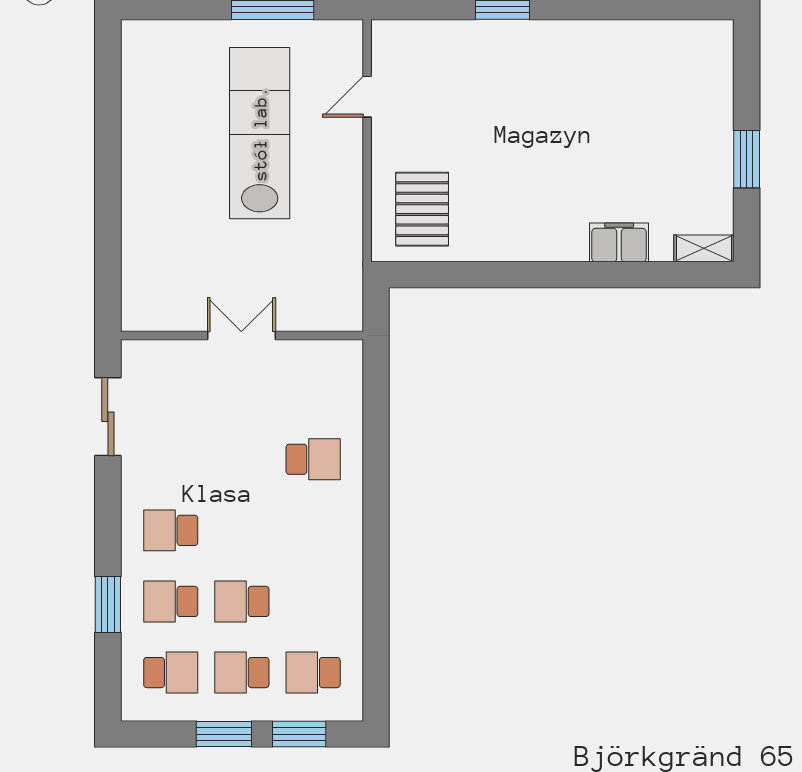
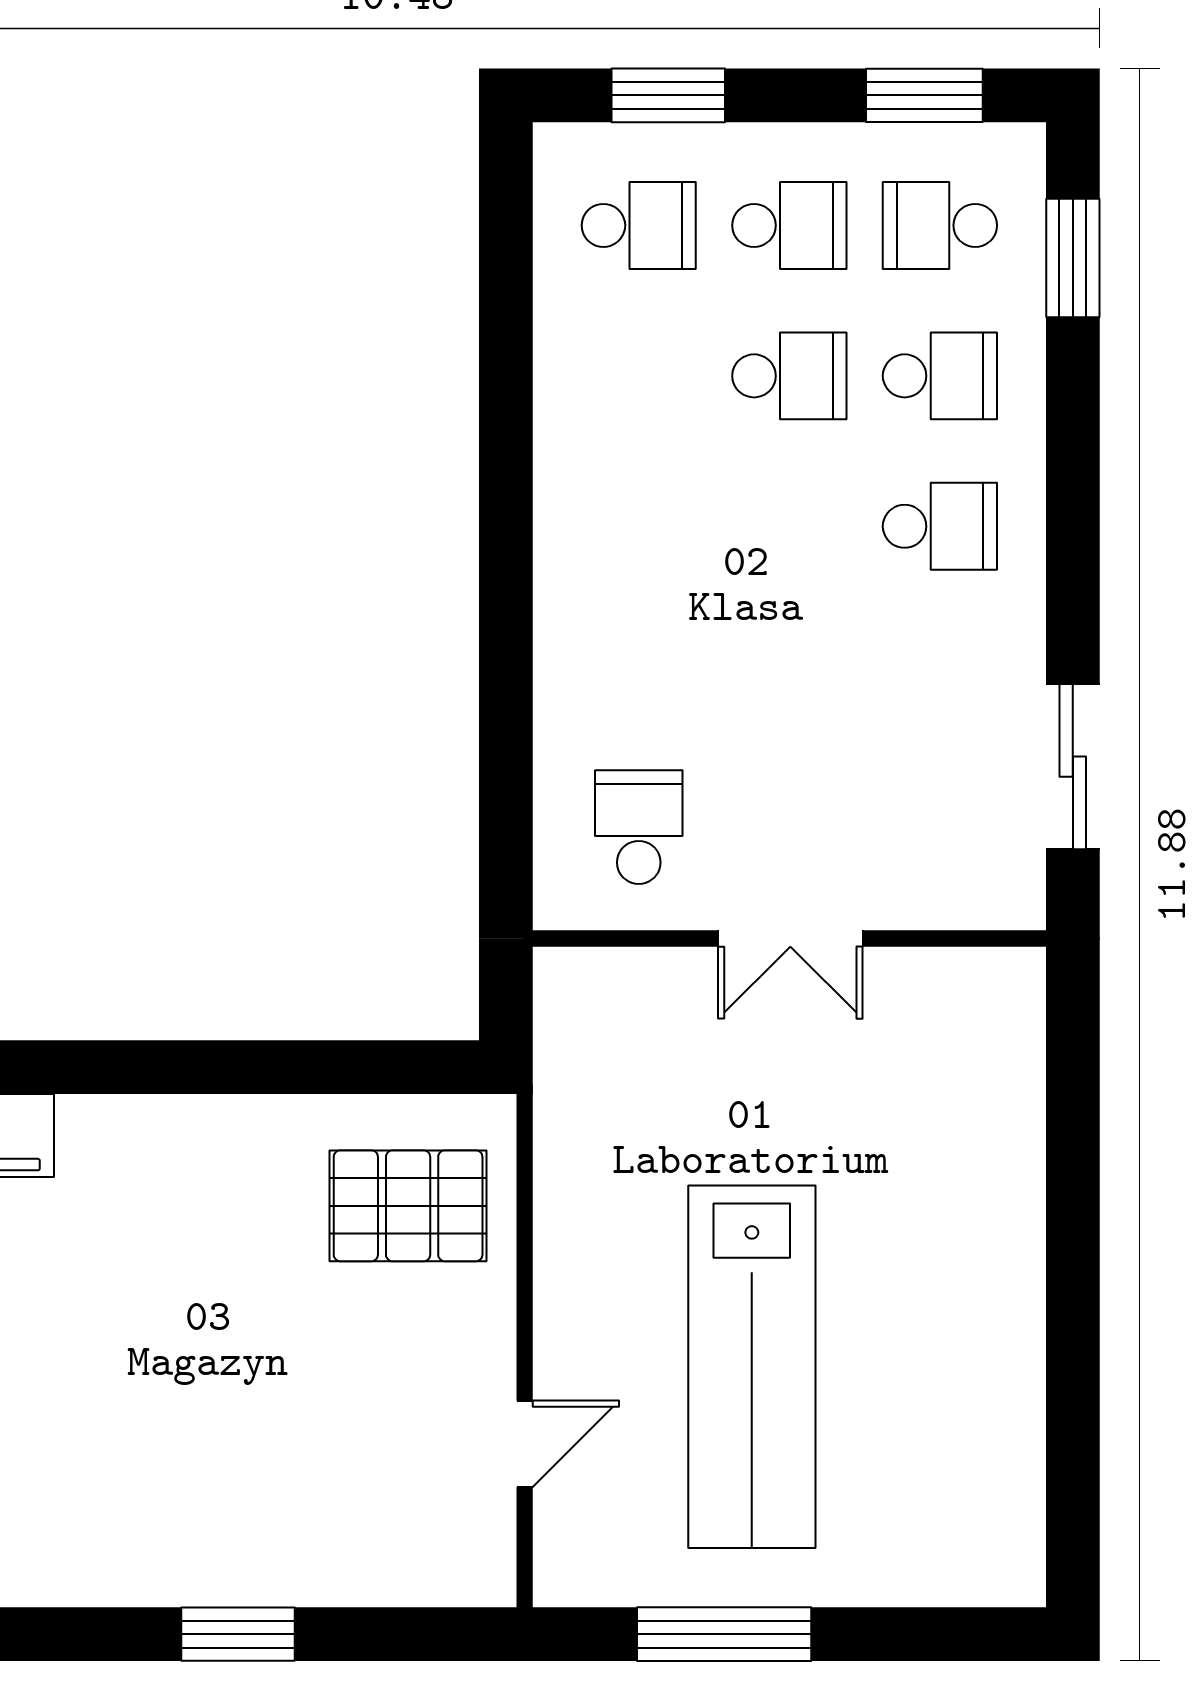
pallet: (422, 209) -> (408, 1206), turned 90
school desk: (313, 459) -> (639, 827), moved, turned 90
window: (108, 604) -> (1073, 258), moved
window: (224, 734) -> (924, 95), moved

